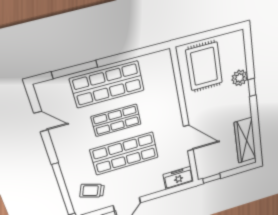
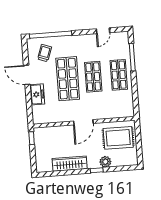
shop shelf: (107, 84) -> (119, 75), width x0.70, depth x0.74
door: (188, 138) -> (83, 122), moved
wardrobe: (245, 141) -> (70, 164), moved
freezer: (178, 178) -> (37, 94), moved

